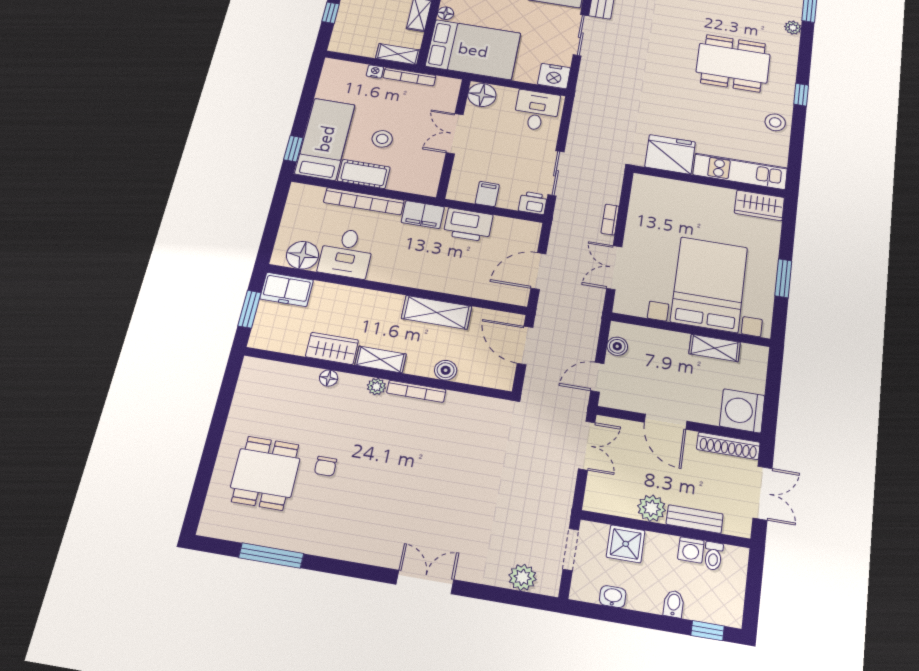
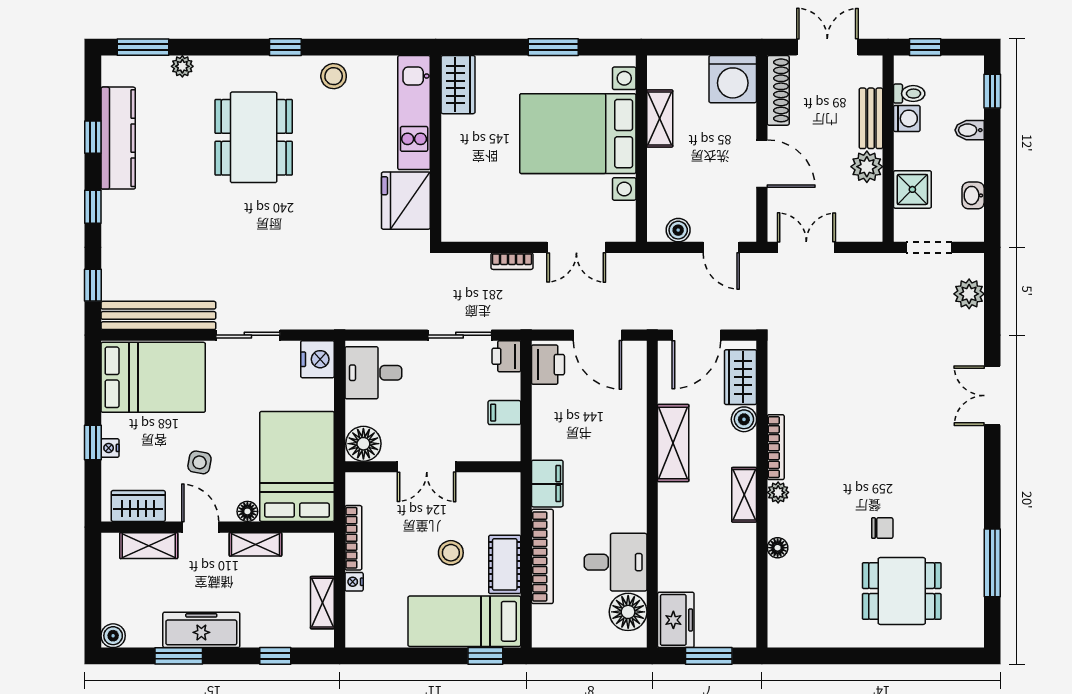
shelving: (398, 54) -> (322, 603), moved
printer: (468, 225) -> (548, 365), moved, width x0.73, depth x0.84
wardrobe: (332, 348) -> (740, 377), moved
door: (666, 422) -> (762, 164), hinge flipped
window: (754, 577) -> (925, 47), added

